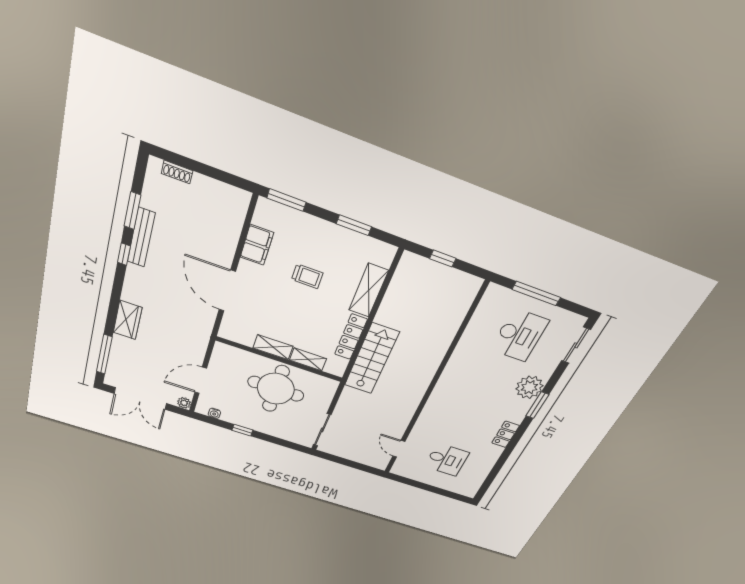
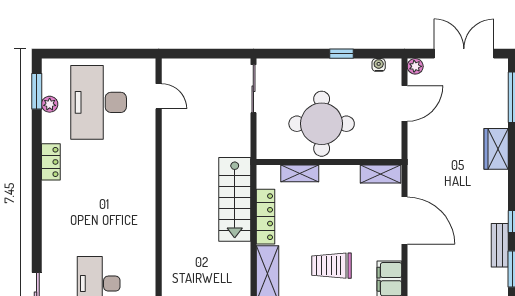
bench: (141, 237) -> (500, 245), width x0.73
trolley: (307, 276) -> (332, 266), width x1.36, depth x1.39
shelving: (273, 347) -> (381, 174), moved
plant: (529, 387) -> (50, 104), moved, width x0.53, depth x0.53
window: (537, 405) -> (37, 91), moved
desk: (447, 460) -> (99, 102), width x1.87, depth x1.30

